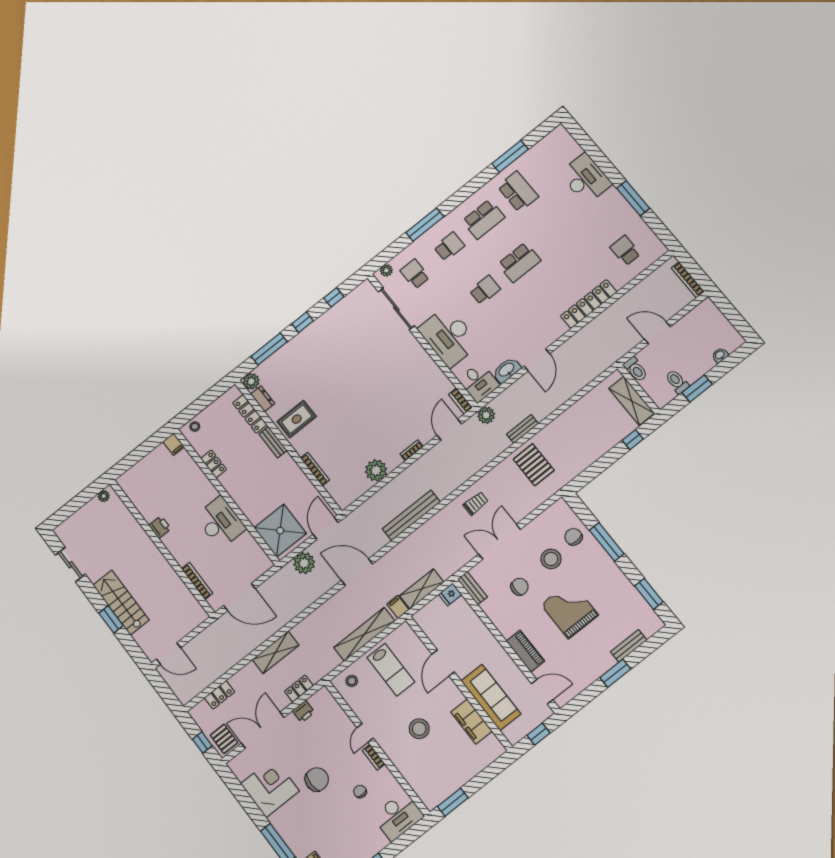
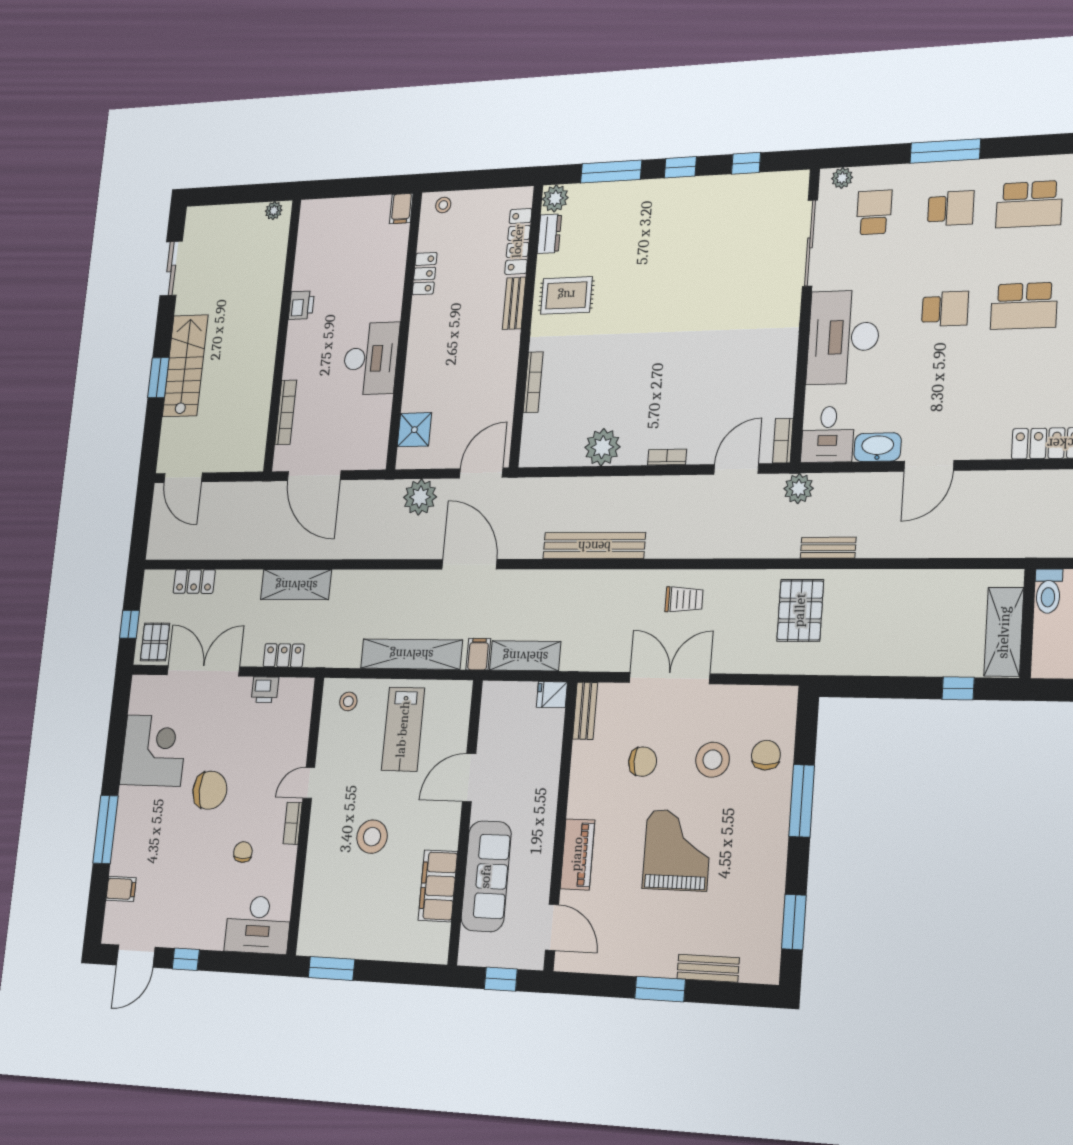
shower: (280, 531) -> (414, 430), width x0.54, depth x0.54

